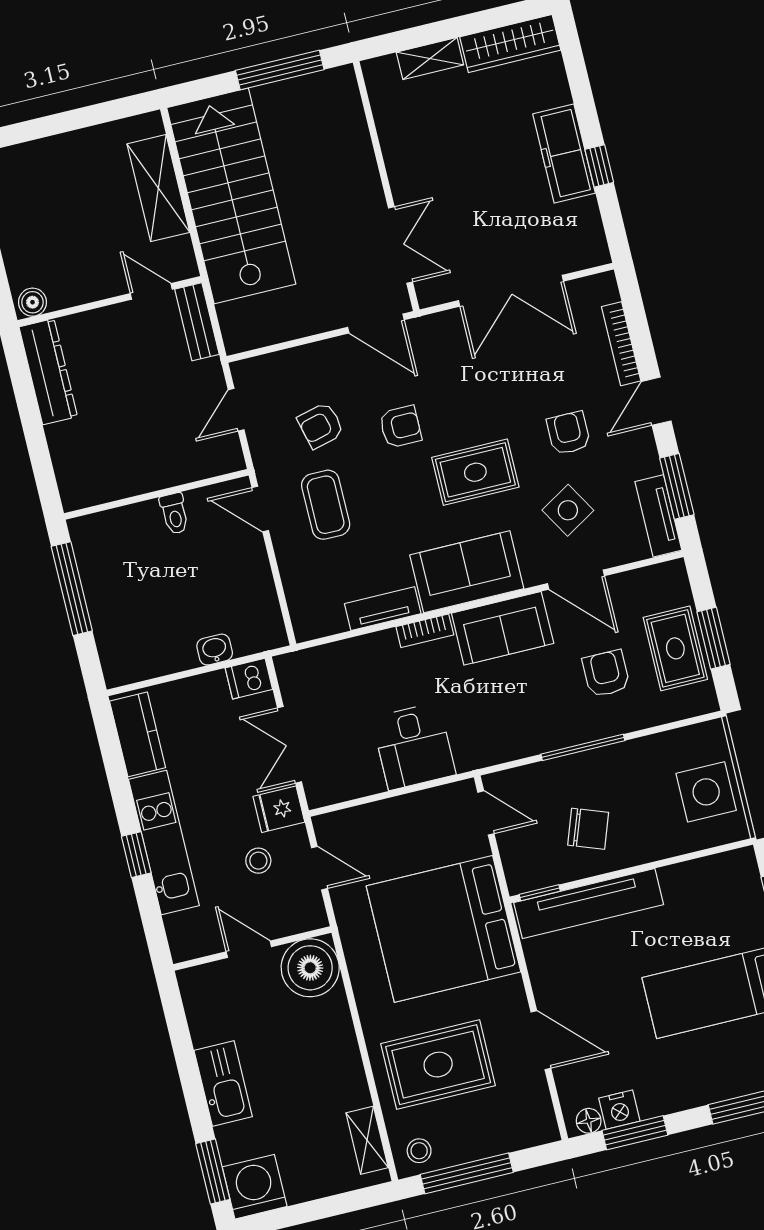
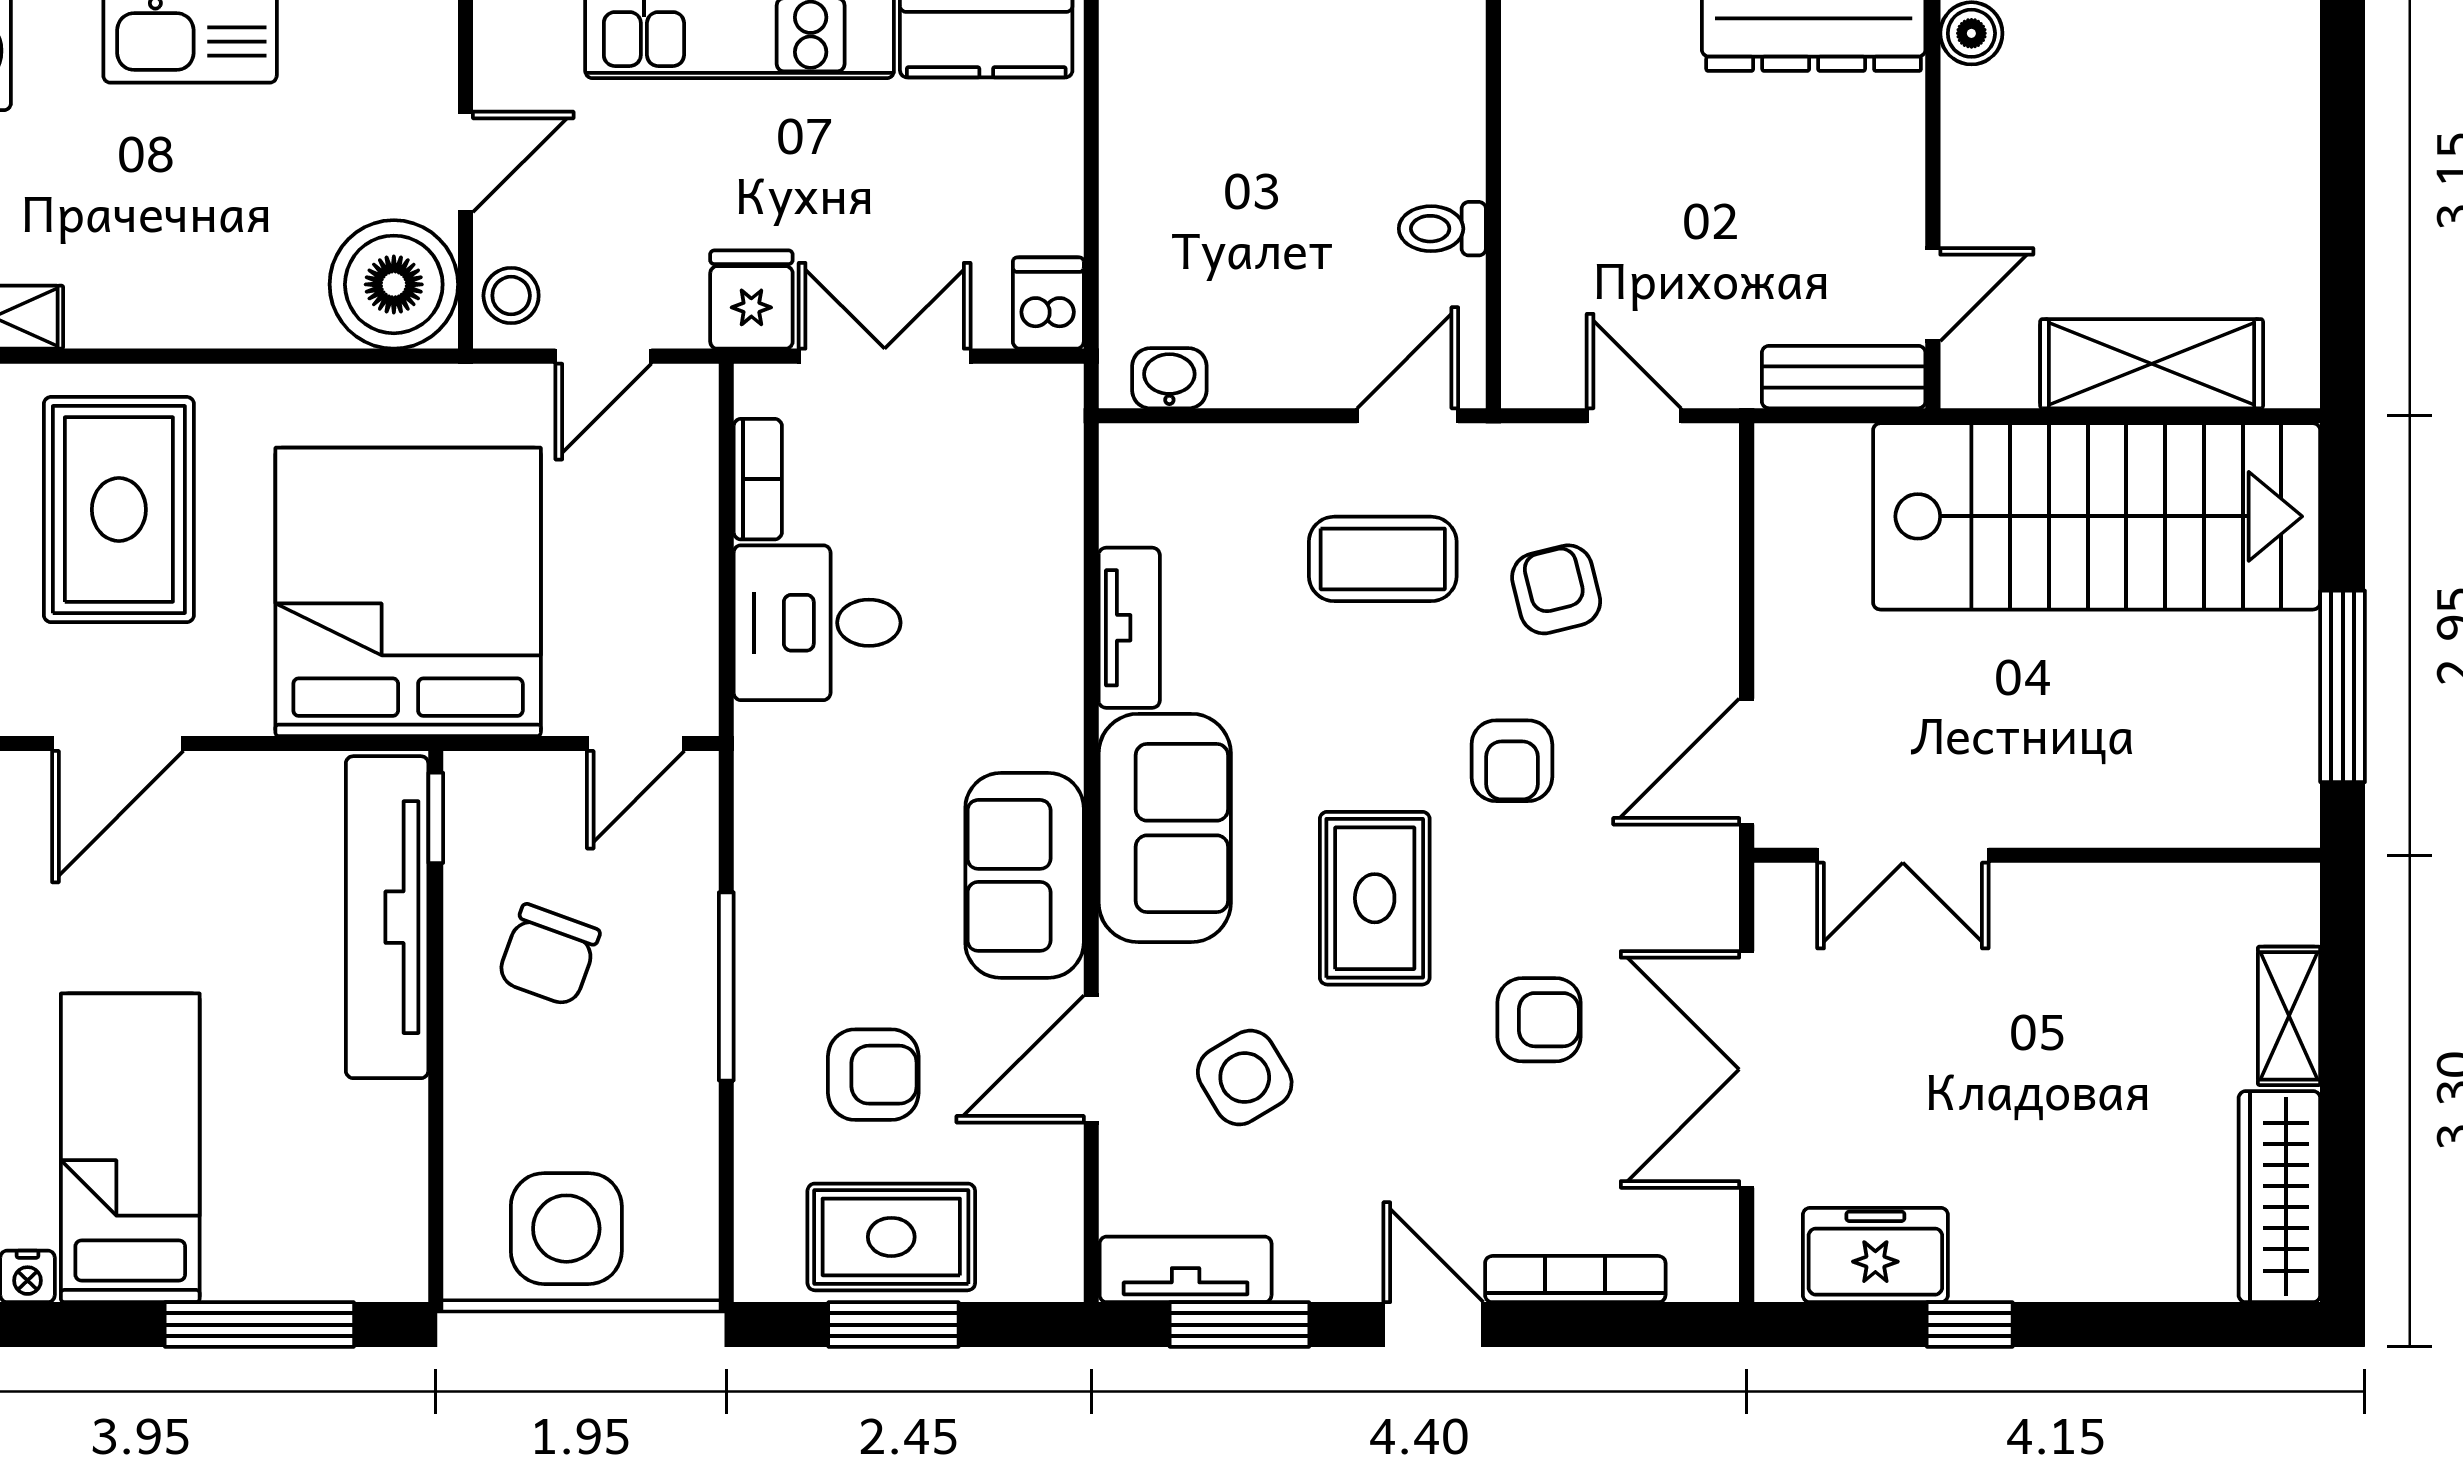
freezer: (564, 154) -> (1875, 1255), moved, width x0.71
armchair: (568, 433) -> (1539, 1020), moved
bookcase: (425, 631) -> (758, 479), moved, turned 180
washbasin: (215, 650) -> (1169, 378), moved, turned -90
stool: (258, 861) -> (511, 296), moved

